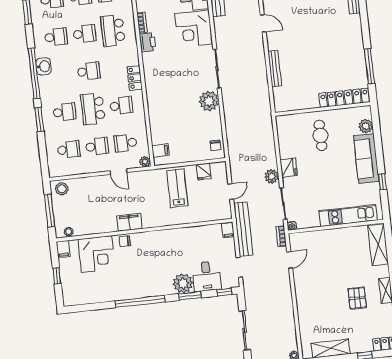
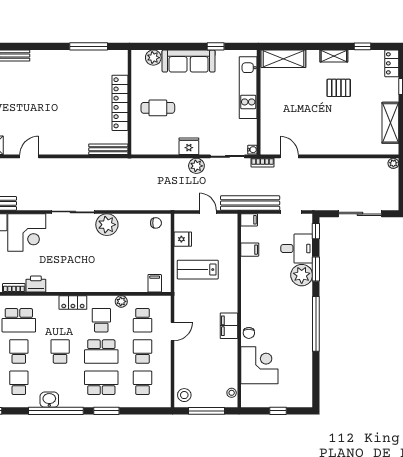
bench: (275, 69) -> (108, 149), moved
locker: (344, 98) -> (120, 103), moved
school desk: (64, 112) -> (101, 383), width x1.85
plant: (145, 162) -> (121, 301), moved
filing cabinet: (63, 249) -> (250, 250), moved

